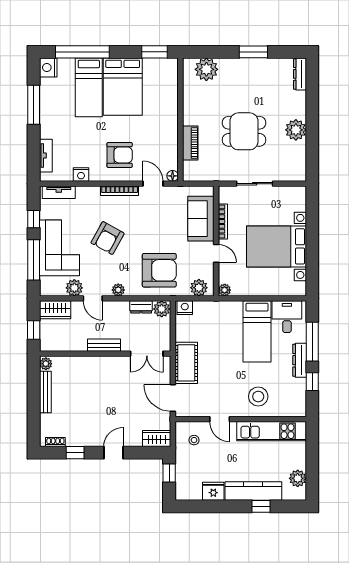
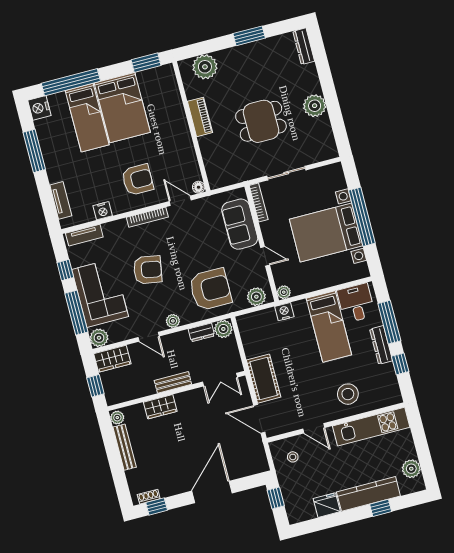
piano: (190, 143) -> (200, 117), moved
bookcase: (223, 221) -> (259, 202), moved
armchair: (108, 238) -> (148, 270), turned -109
window: (312, 241) -> (362, 217), added
plant: (74, 288) -> (99, 338), moved
nightstand: (185, 308) -> (284, 312), moved
wardrobe: (157, 439) -> (160, 407), moved, turned 180
window: (75, 453) -> (157, 506), moved
door: (113, 453) -> (212, 492), width x1.88

